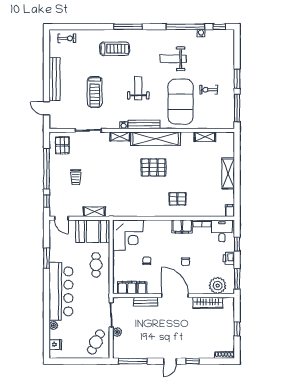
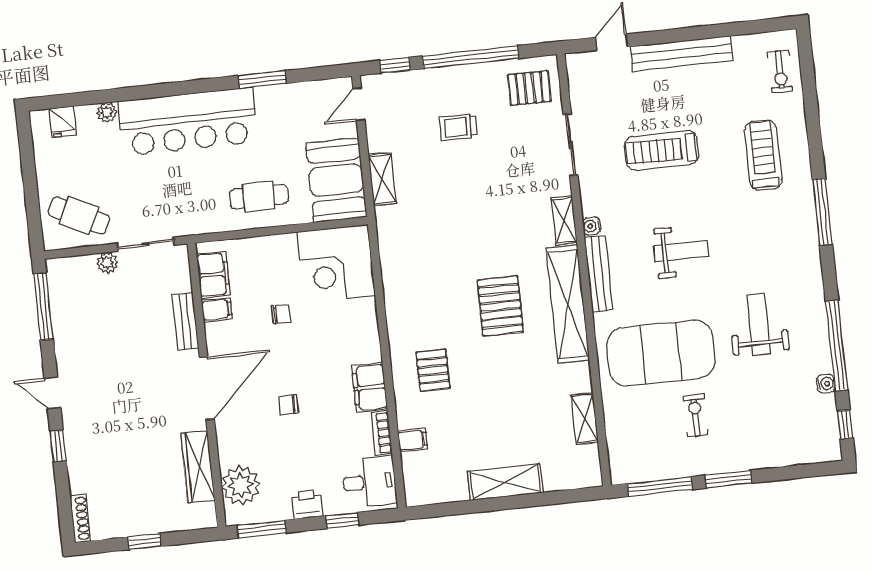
treadmill: (115, 49) -> (763, 155), moved, turned 180
filing cabinet: (230, 211) -> (413, 440), moved

